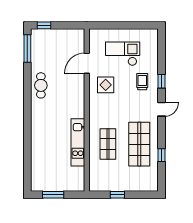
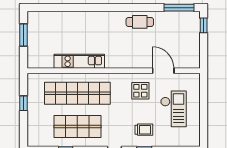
shop shelf: (108, 144) -> (77, 93), width x2.00, depth x1.36

